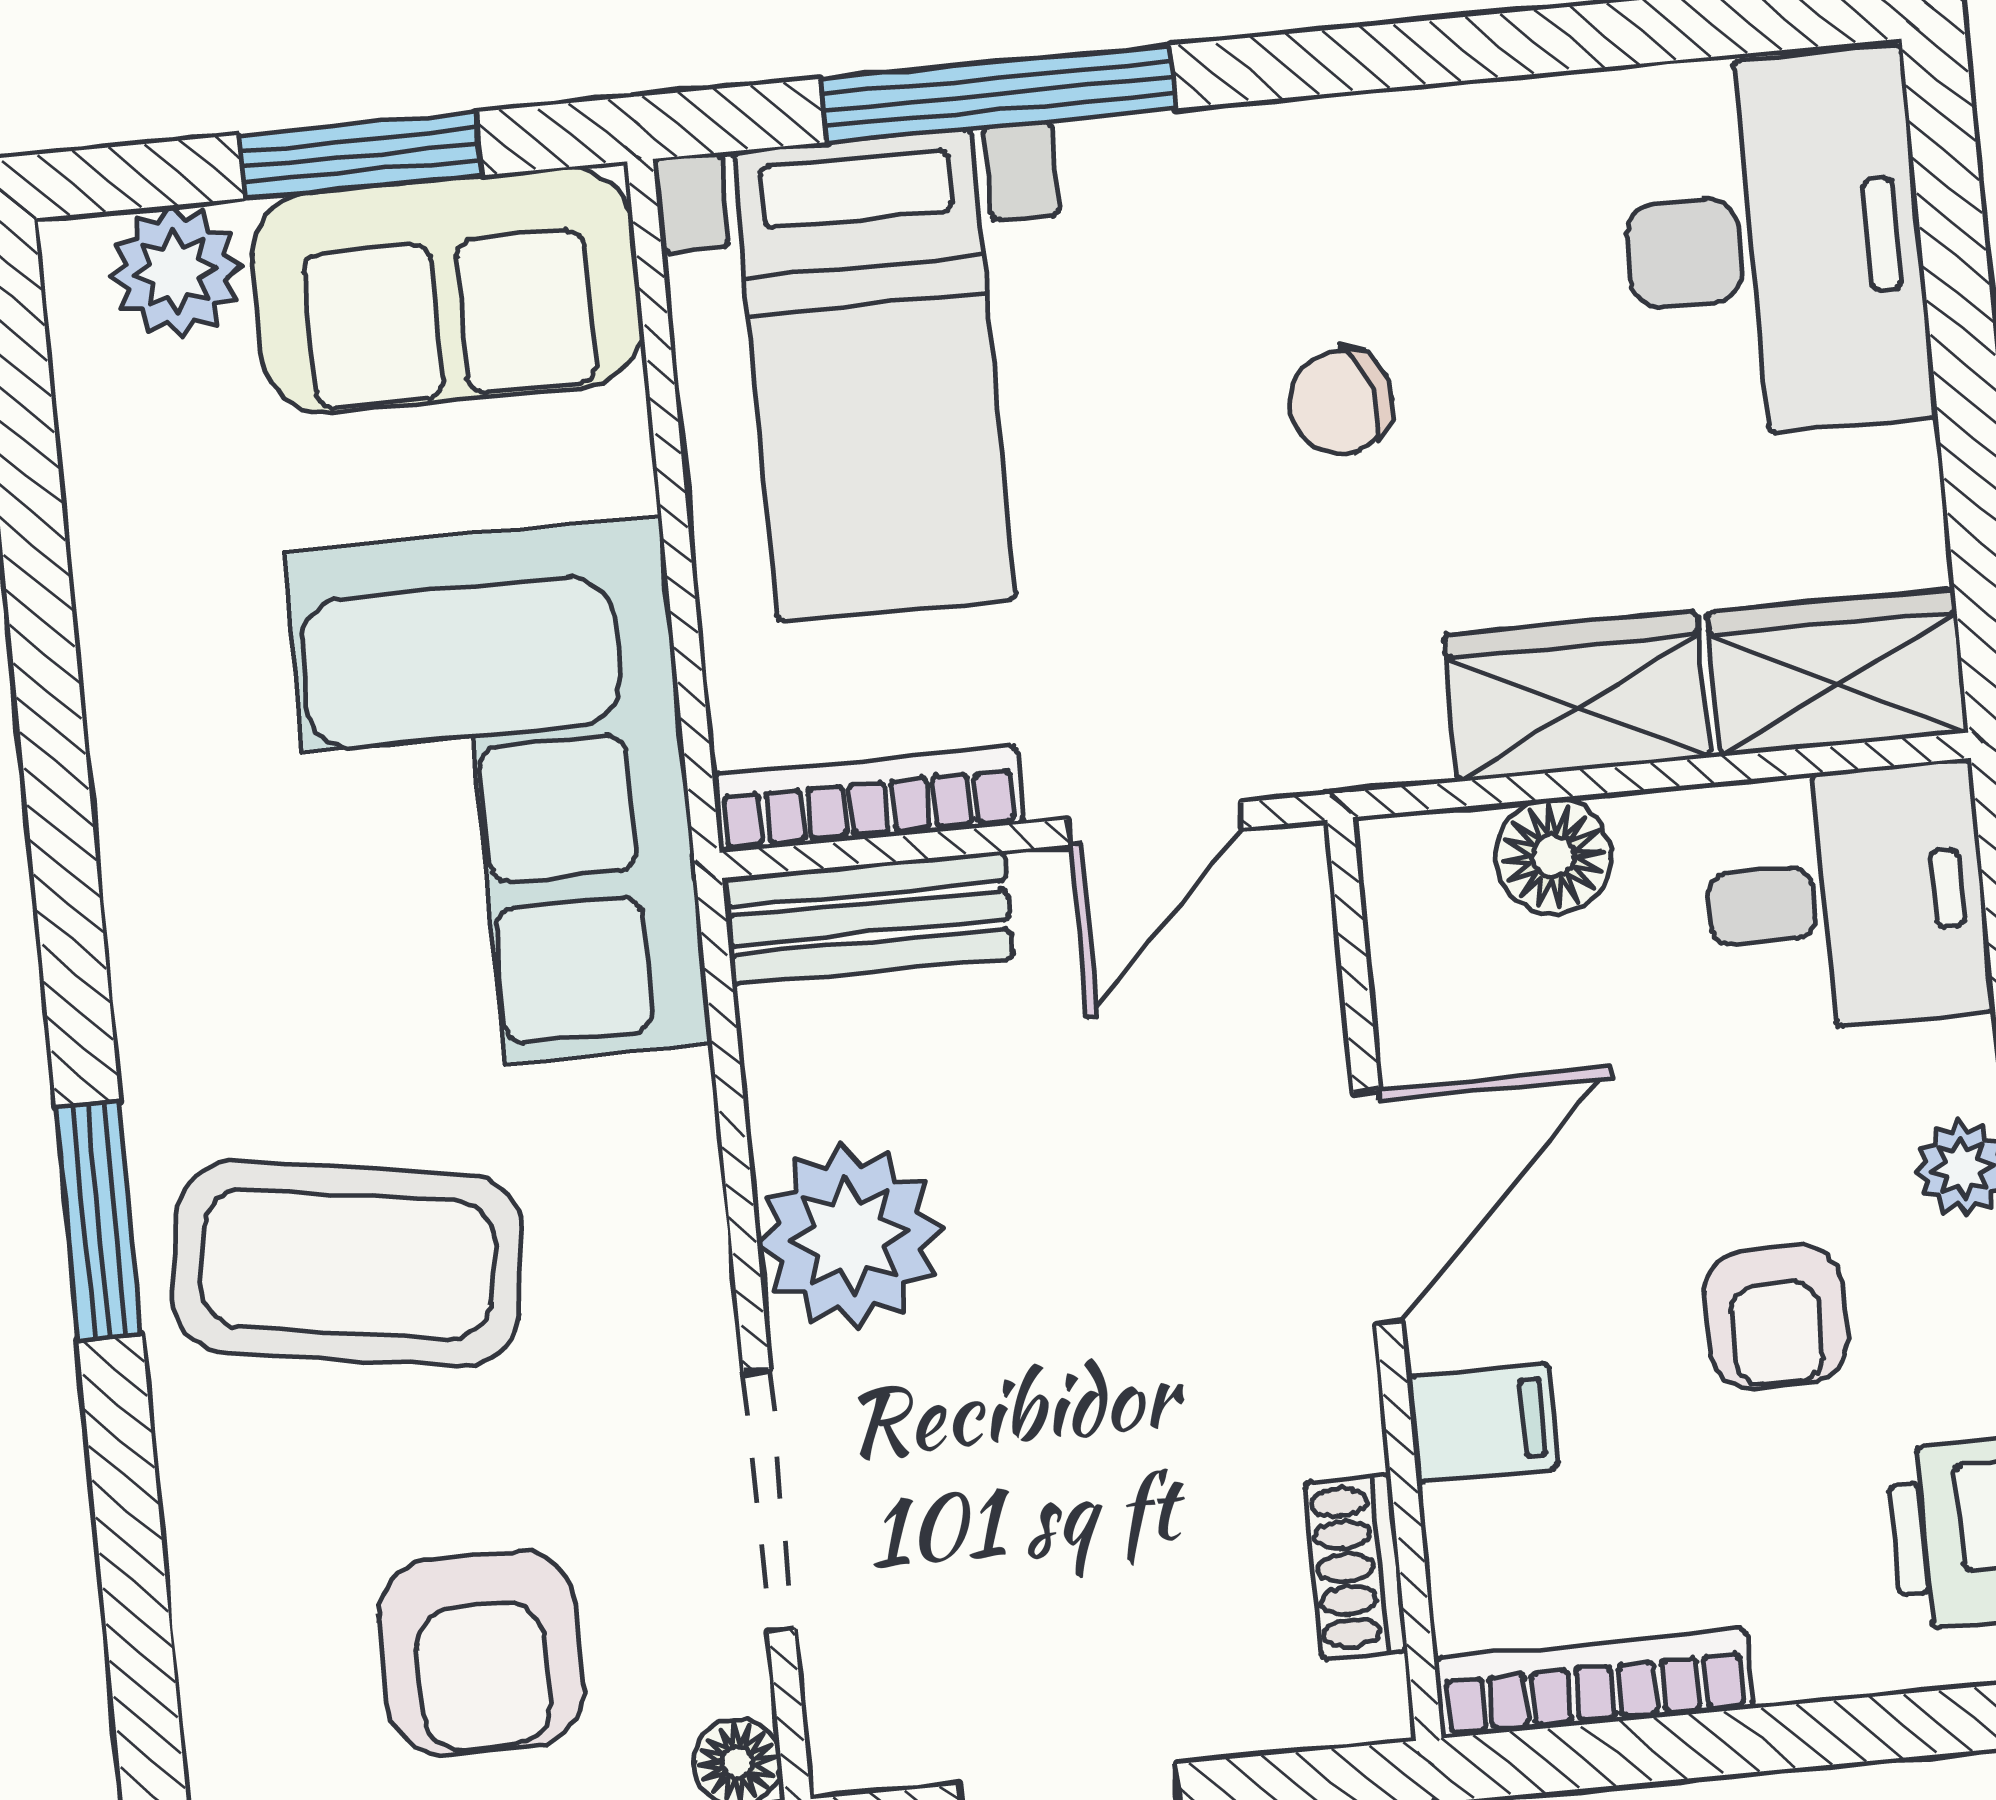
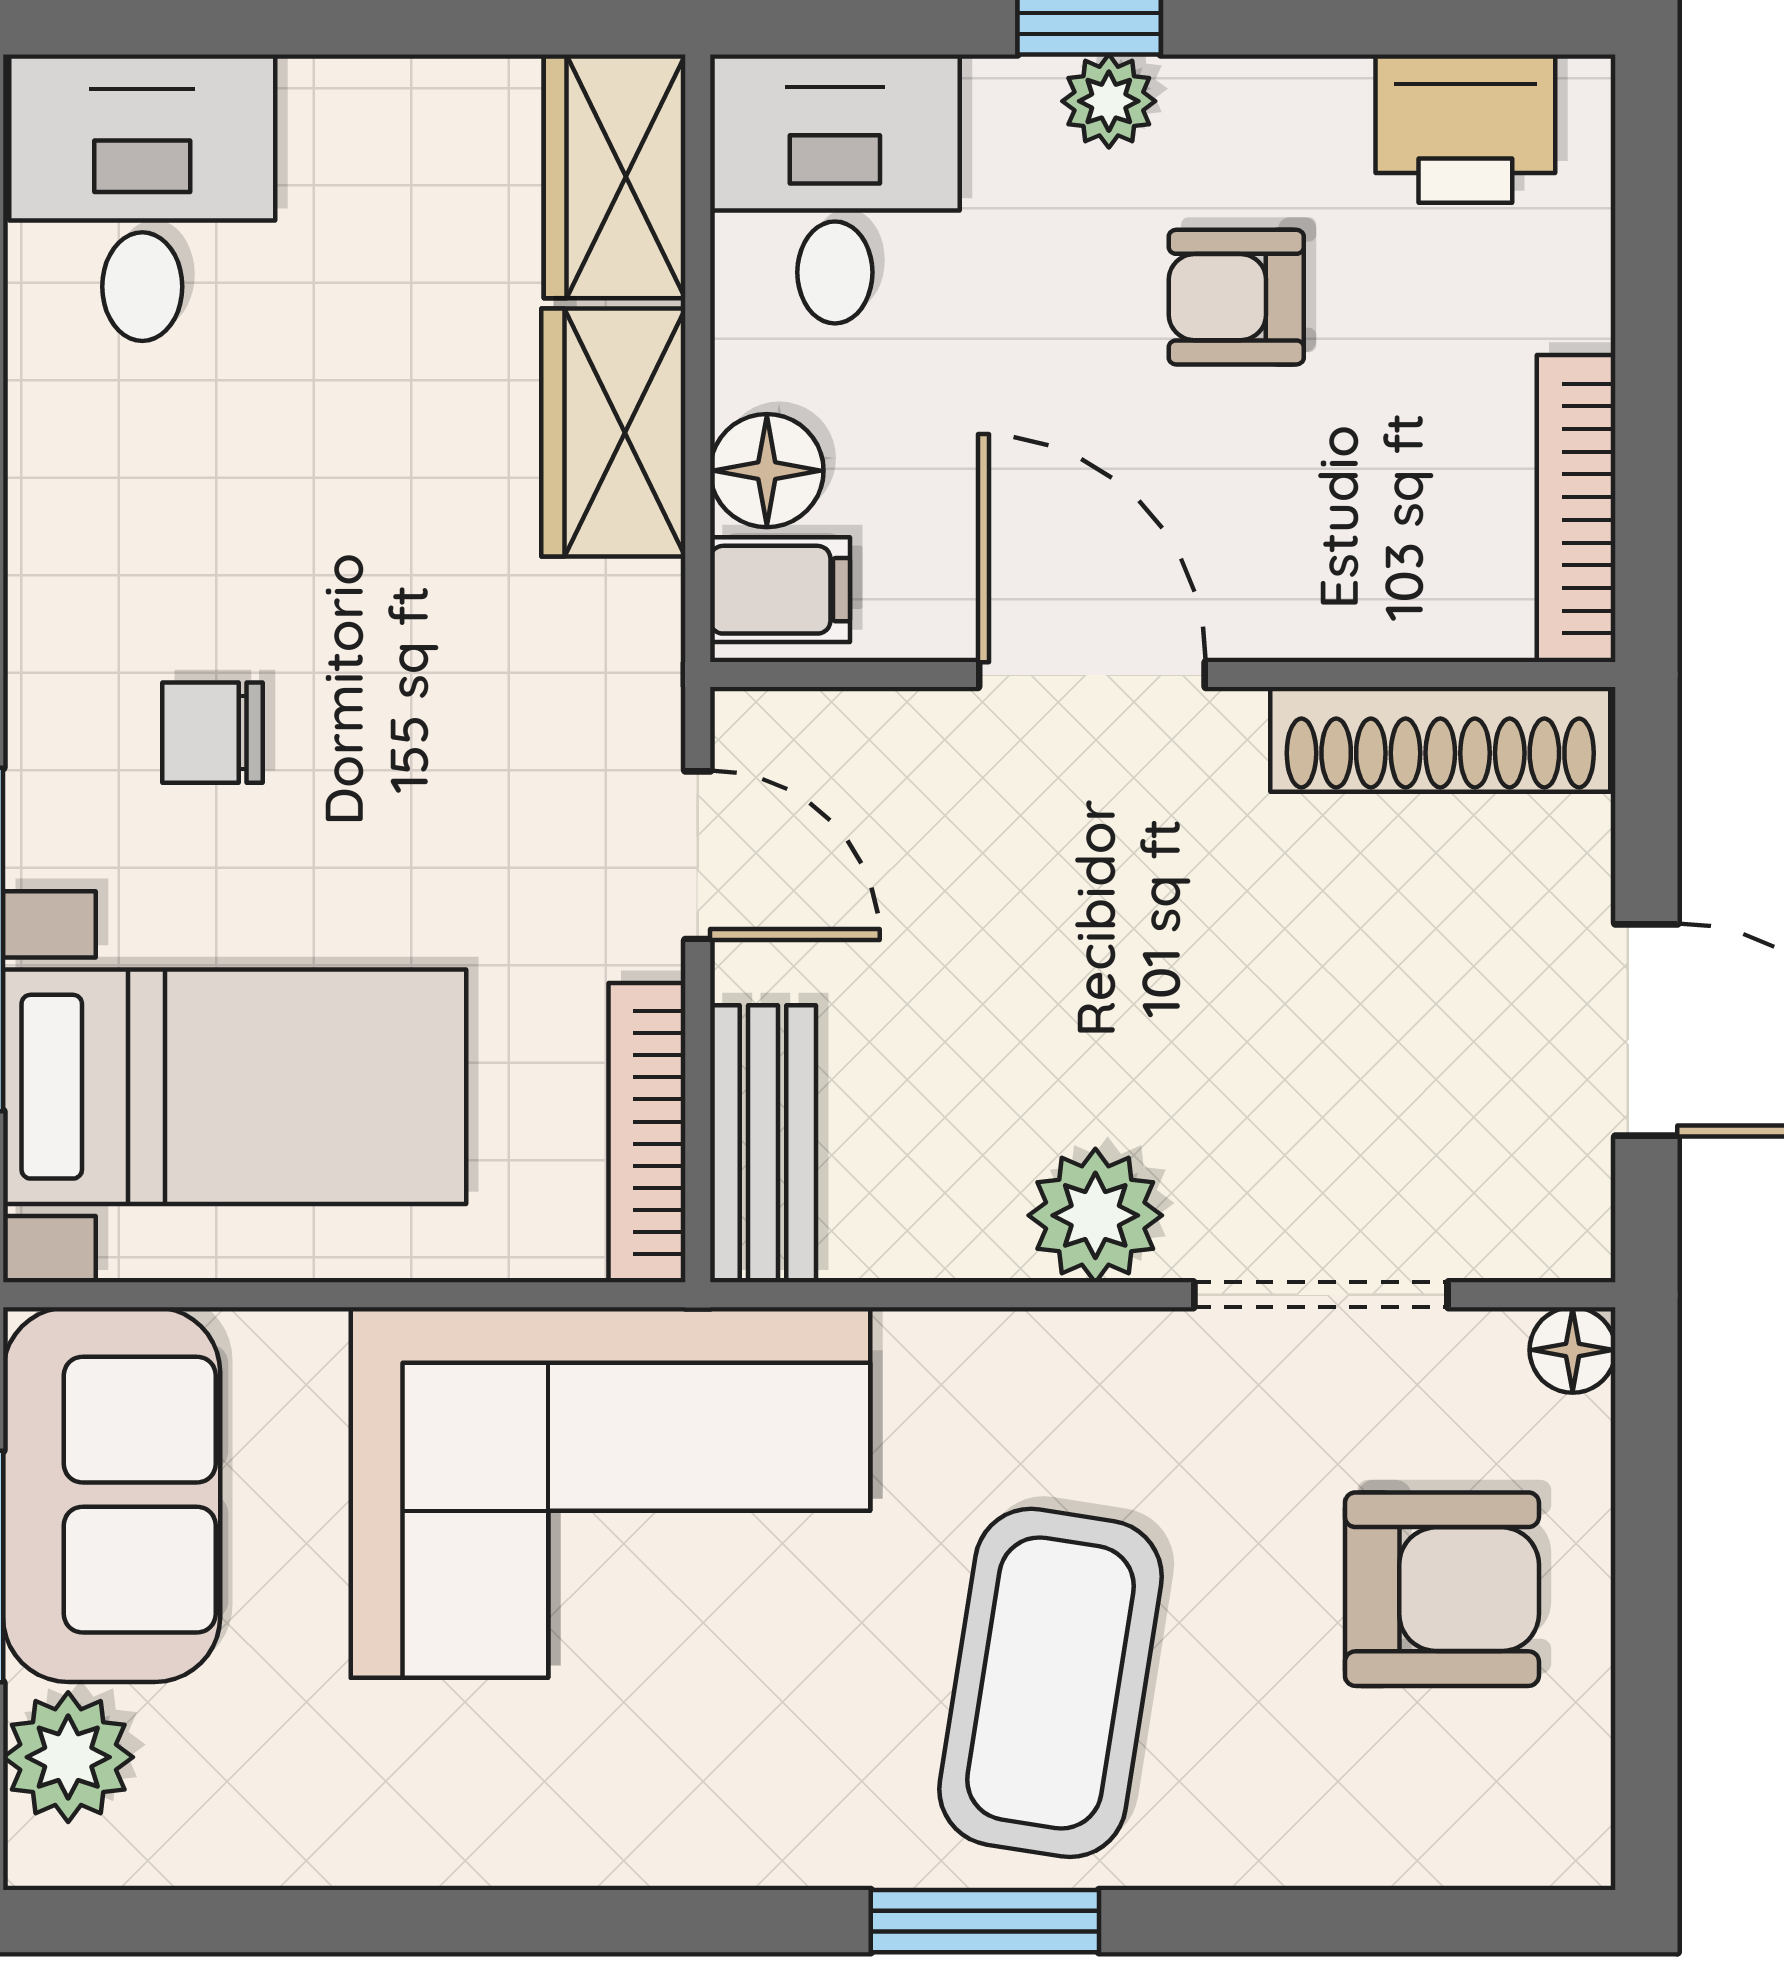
desk: (1774, 244) -> (142, 198), width x0.73
chair: (1341, 402) -> (213, 733), moved, turned 107
plant: (850, 1236) -> (1095, 1215), width x0.73, depth x0.73
armchair: (1776, 1317) -> (1236, 297), turned 180
filing cabinet: (1483, 1422) -> (780, 590), moved, turned 90
shoe rack: (1356, 1567) -> (1440, 739), width x1.94, depth x1.24

